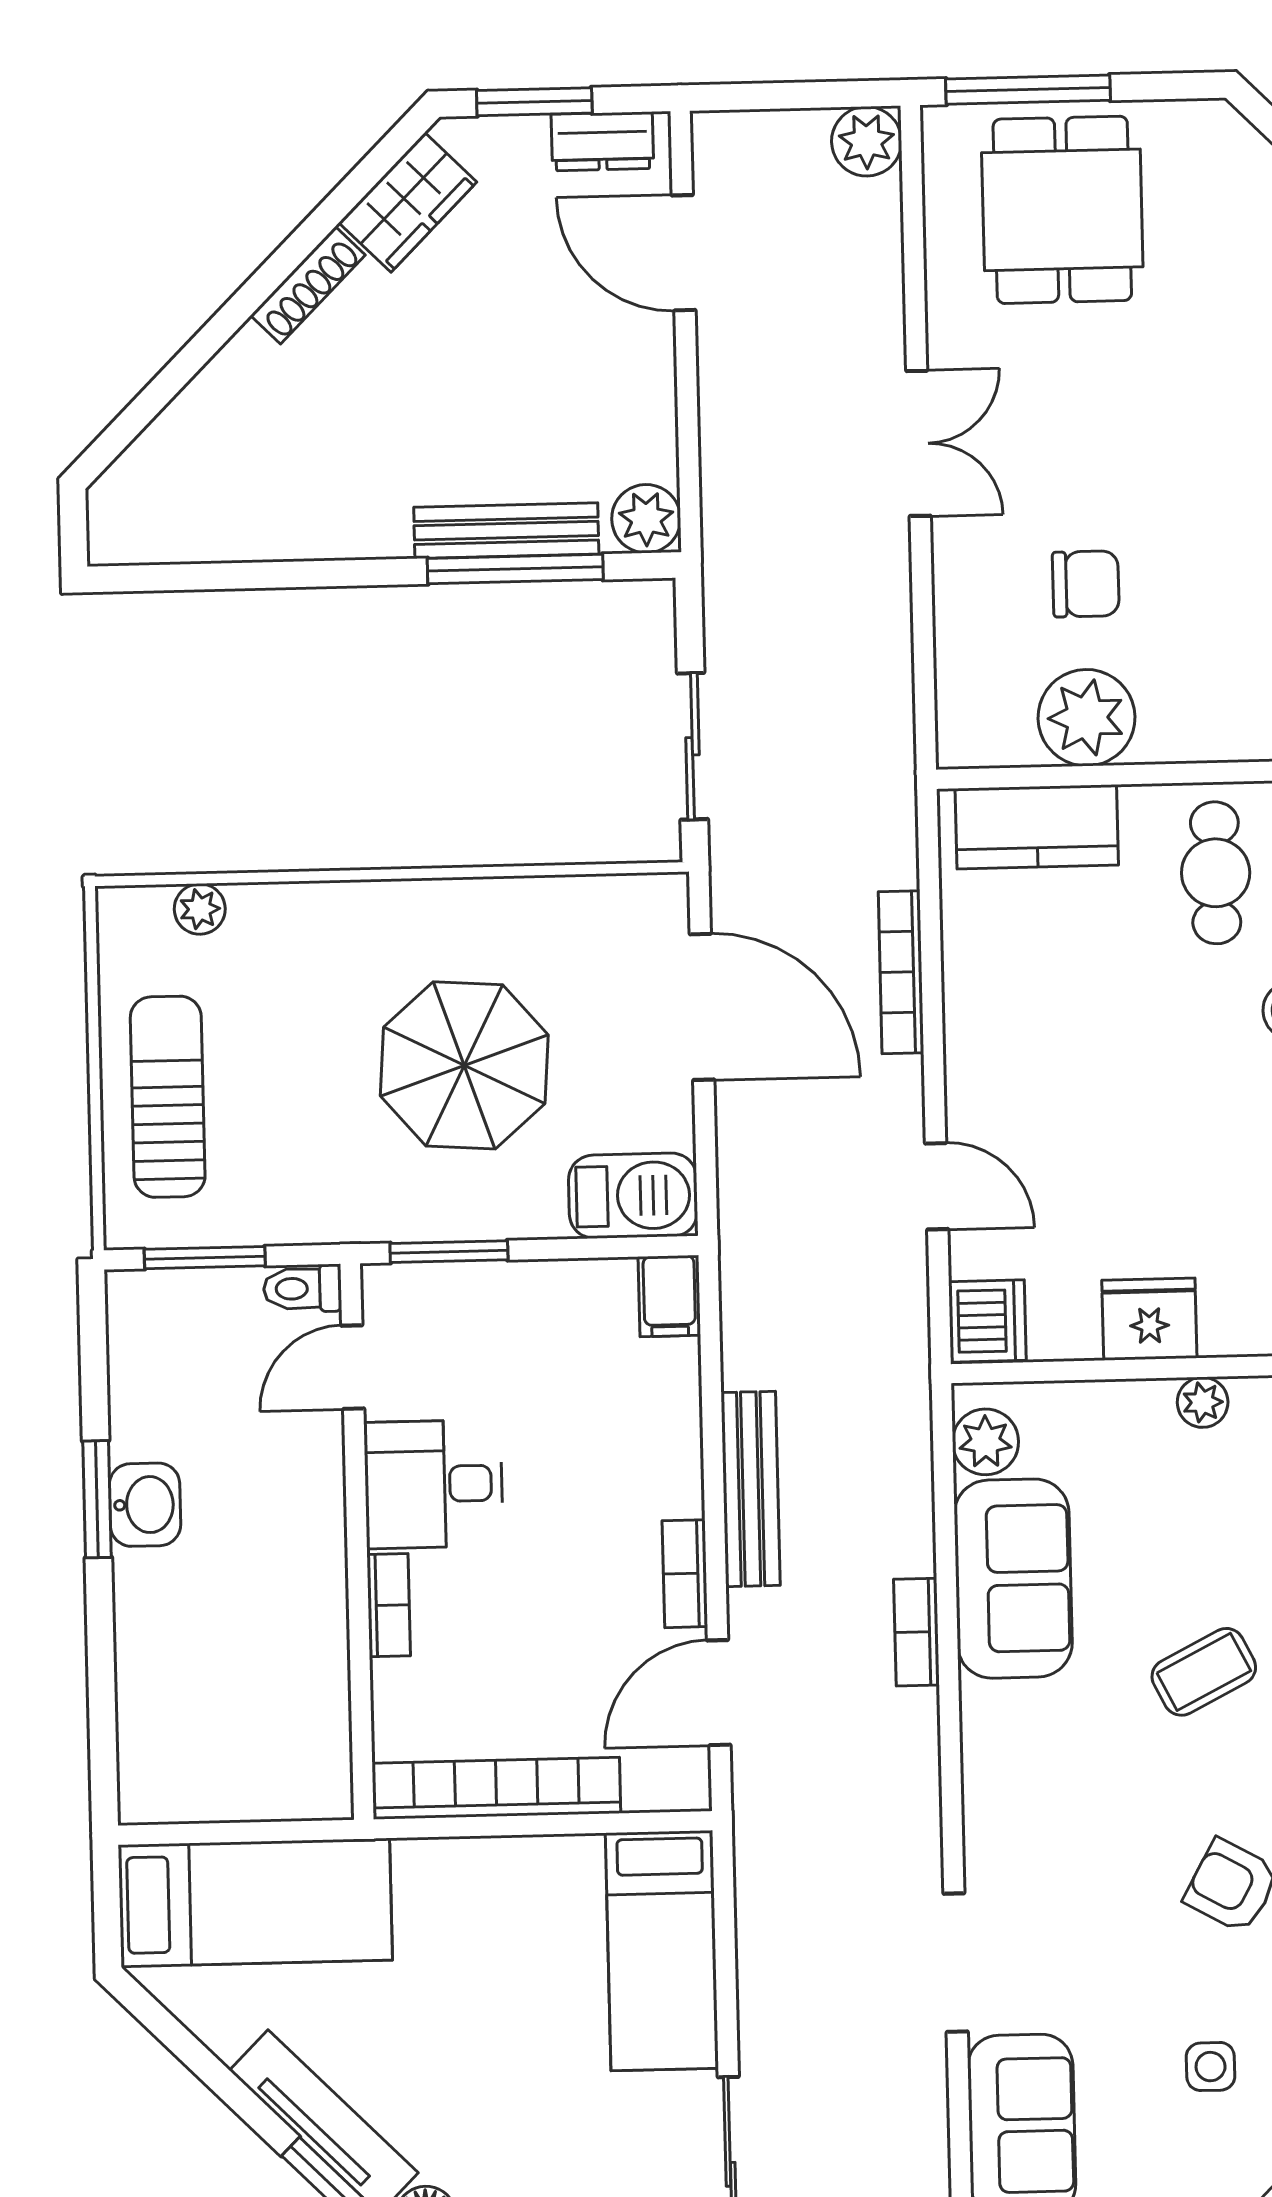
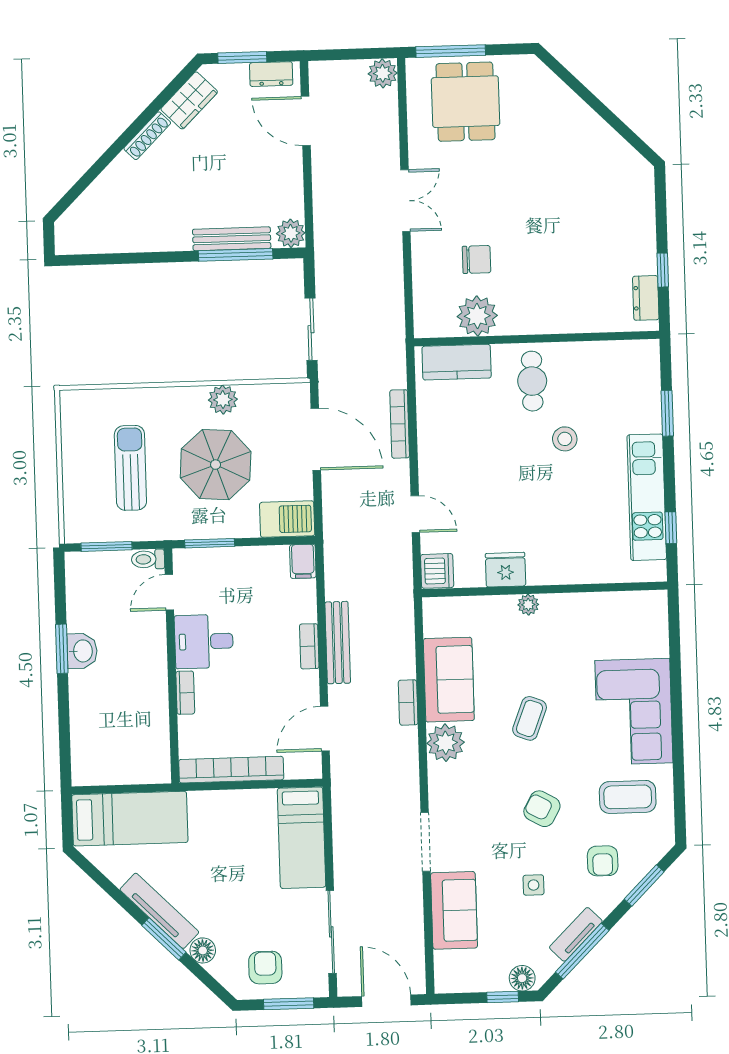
plant: (200, 909) -> (223, 400), moved, width x1.38, depth x1.38
sun lounger: (168, 1097) -> (130, 468), moved
plant: (985, 1442) -> (446, 743), moved, width x1.36, depth x1.36
bookcase: (685, 1574) -> (309, 646), moved
coffee table: (1204, 1672) -> (530, 718), turned -42

